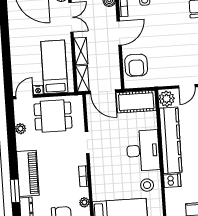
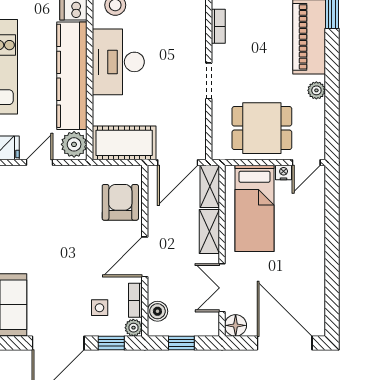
door: (103, 92) -> (178, 162), swing flipped
plant: (20, 129) -> (316, 90), moved

